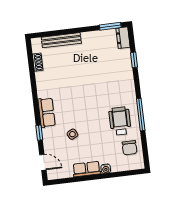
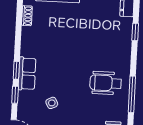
window: (37, 111) -> (16, 70), added
wheelchair: (120, 121) -> (106, 83), moved, turned -90

